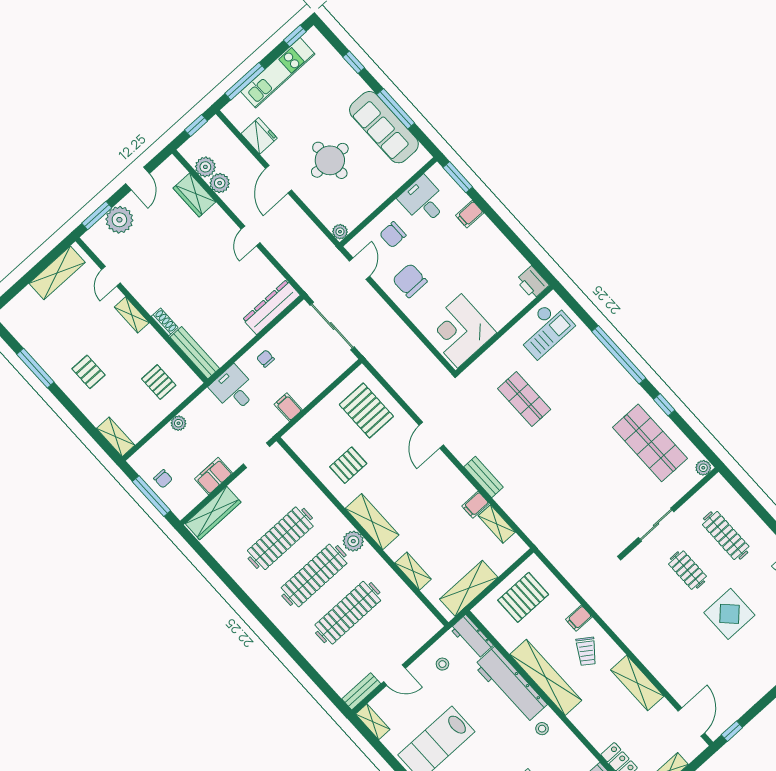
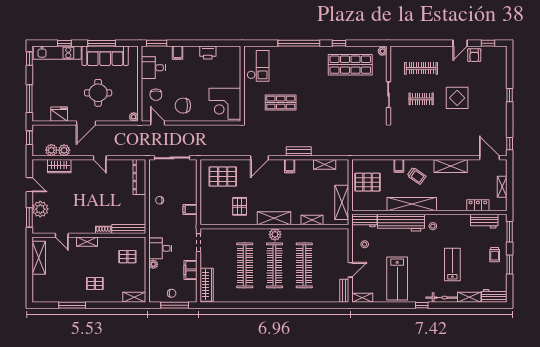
kitchen unit: (278, 73) -> (57, 53), moved, turned 90
door: (279, 179) -> (86, 123), hinge flipped
printer: (532, 283) -> (208, 52), moved
desk: (233, 389) -> (160, 248), moved
door: (431, 435) -> (259, 158), hinge flipped
filing cabinet: (475, 505) -> (290, 166), moved
pallet: (523, 597) -> (368, 182), turned 90

